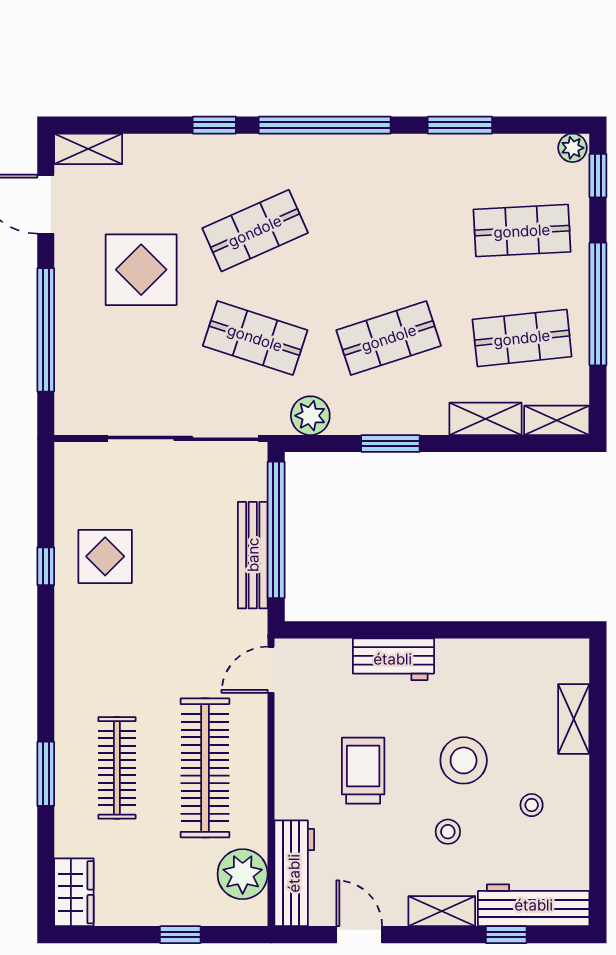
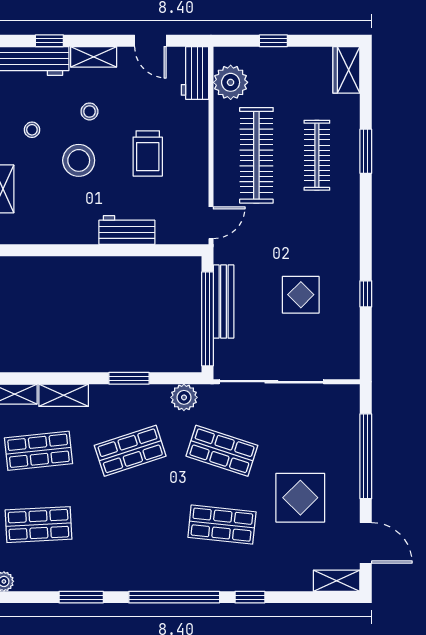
shop shelf: (255, 231) -> (222, 525), turned 30
display table: (105, 556) -> (301, 295), moved
workbench: (294, 873) -> (195, 73), width x0.73

